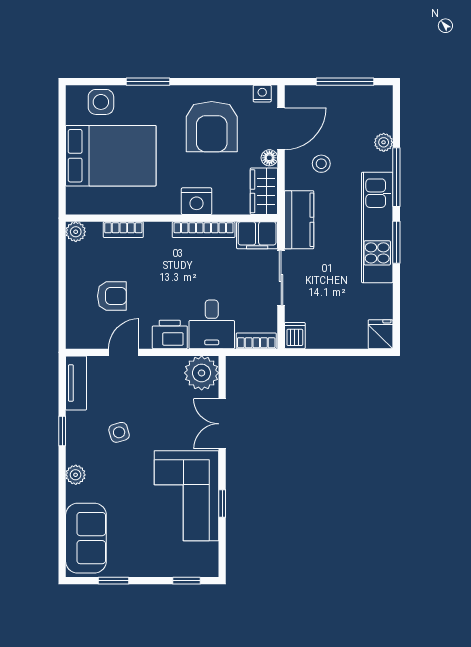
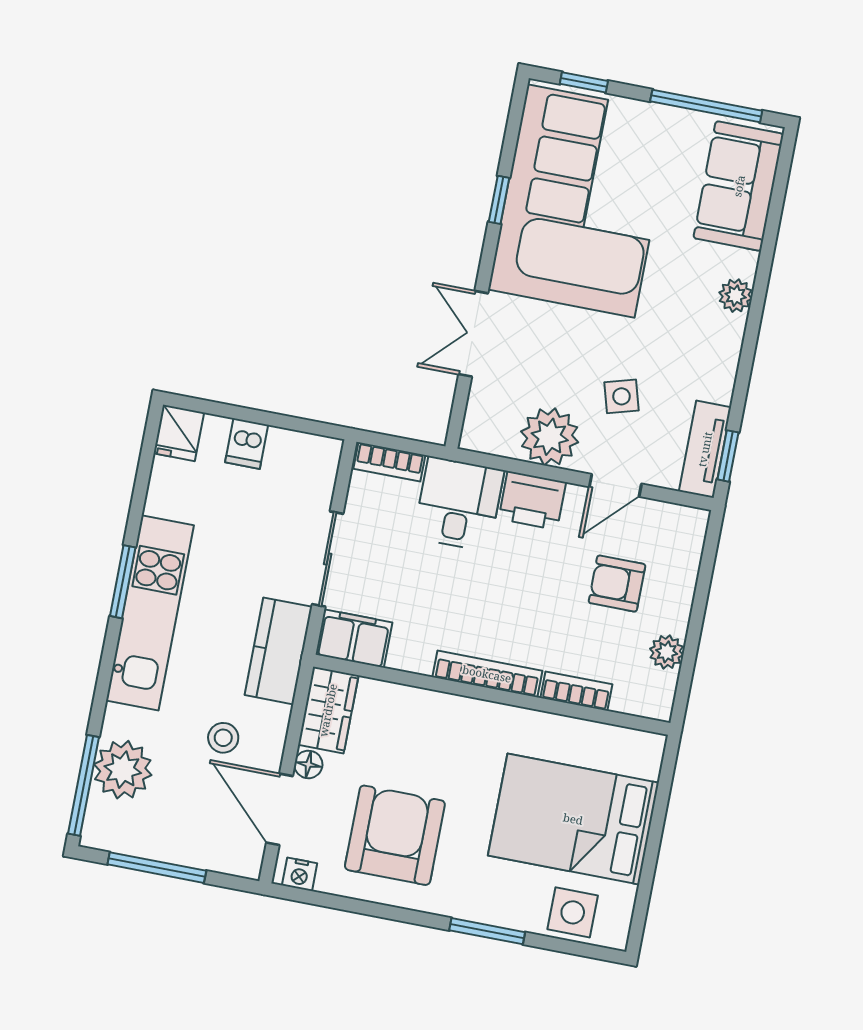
door: (281, 129) -> (279, 809), hinge flipped
plant: (384, 142) -> (123, 770), width x1.88, depth x1.88
window: (396, 177) -> (84, 785), moved
nightstand: (197, 201) -> (444, 715), removed
bookcase: (204, 230) -> (487, 674), moved
plant: (76, 232) -> (667, 652), moved
dishwasher: (295, 336) -> (247, 444), moved
plant: (202, 373) -> (550, 437), moved
double door: (222, 424) -> (473, 334), swing flipped
window: (62, 431) -> (728, 456), moved
side table: (119, 432) -> (622, 396), moved
corner sofa: (187, 496) -> (581, 201), width x1.36, depth x1.36
window: (113, 581) -> (706, 106), width x2.17

